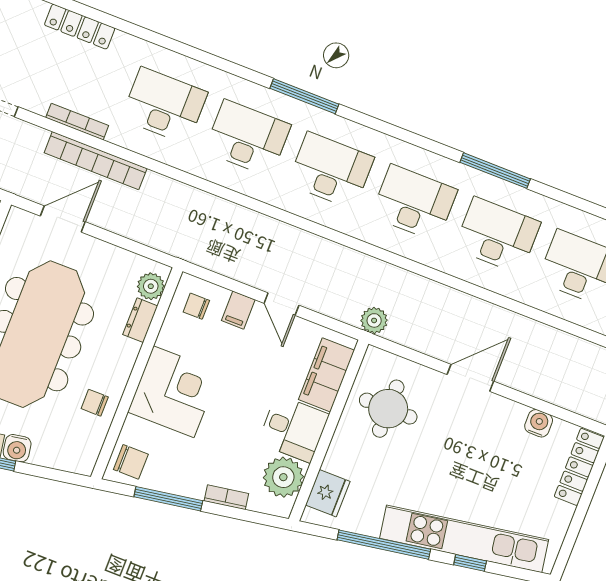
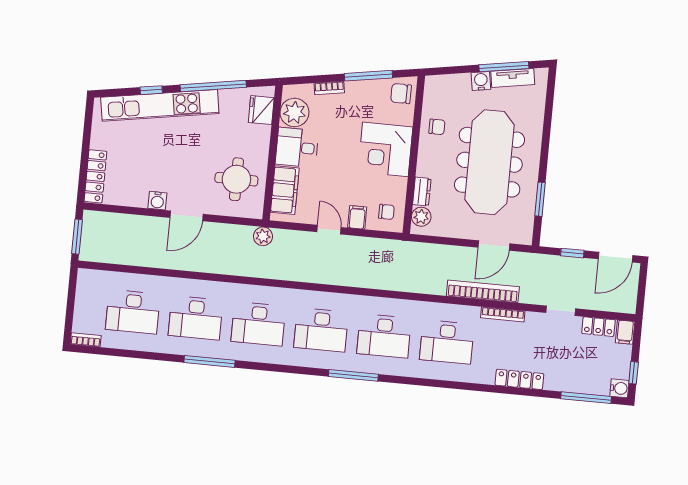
water cooler: (539, 423) -> (157, 201), moved

